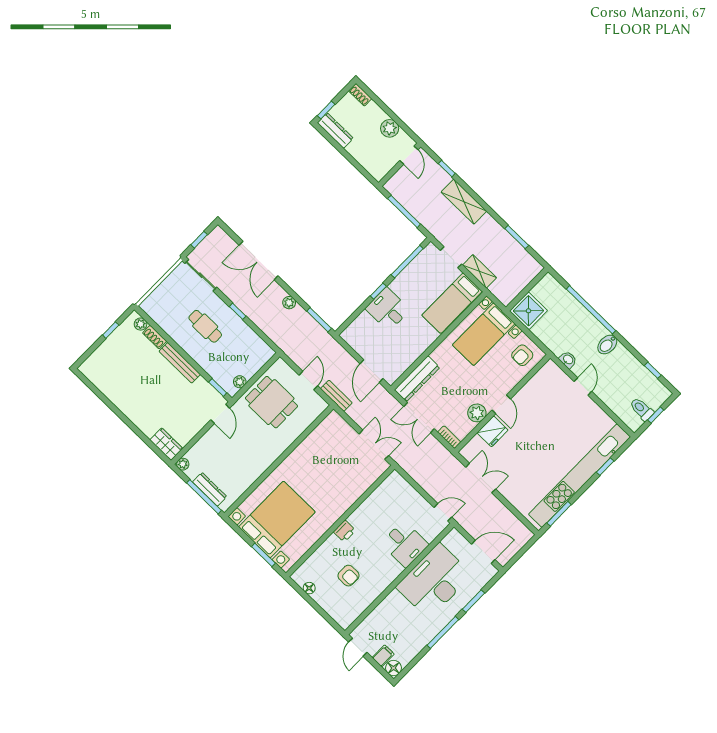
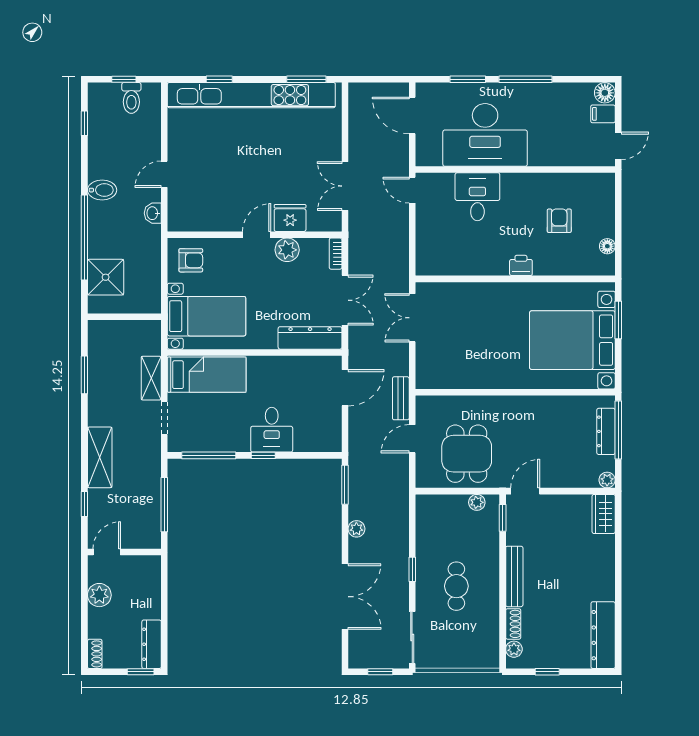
shower: (528, 311) -> (106, 277), moved
dresser: (101, 380) -> (603, 635), added

